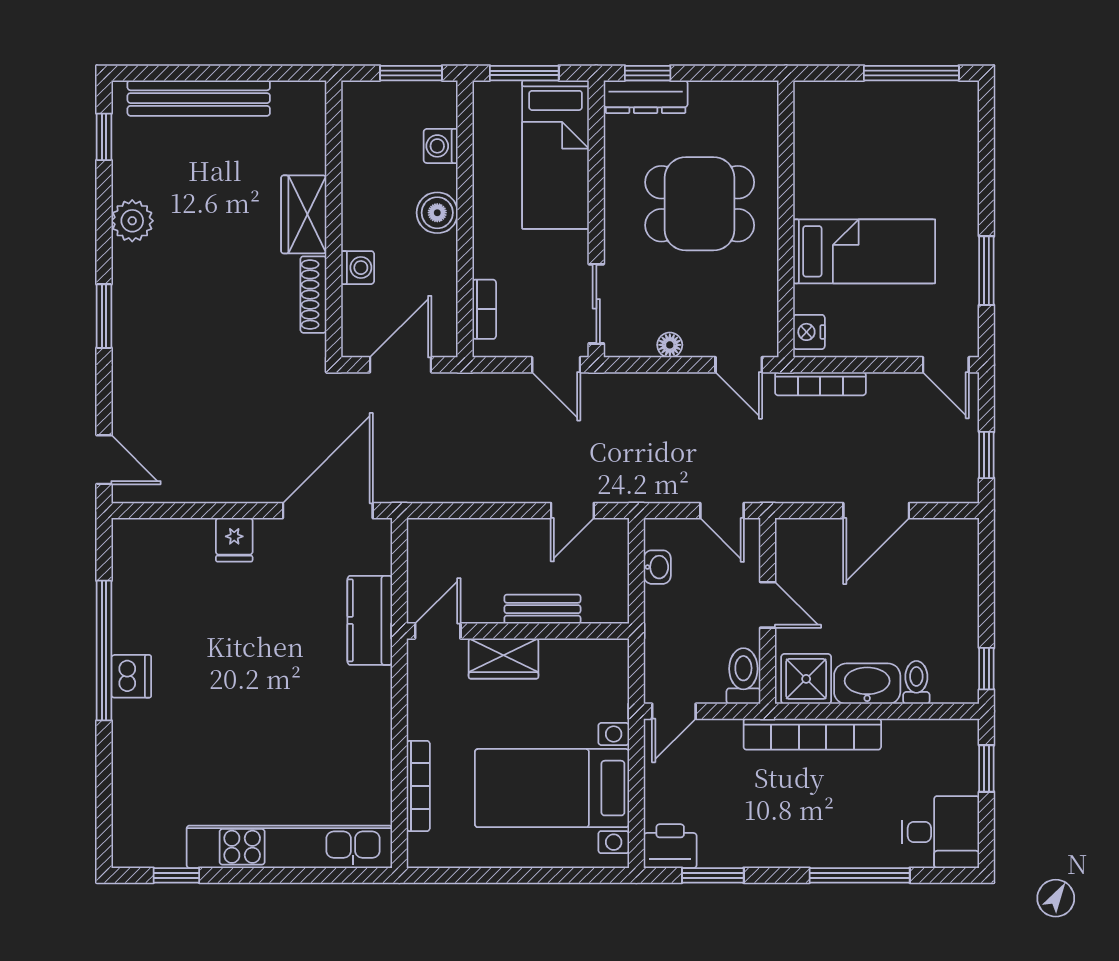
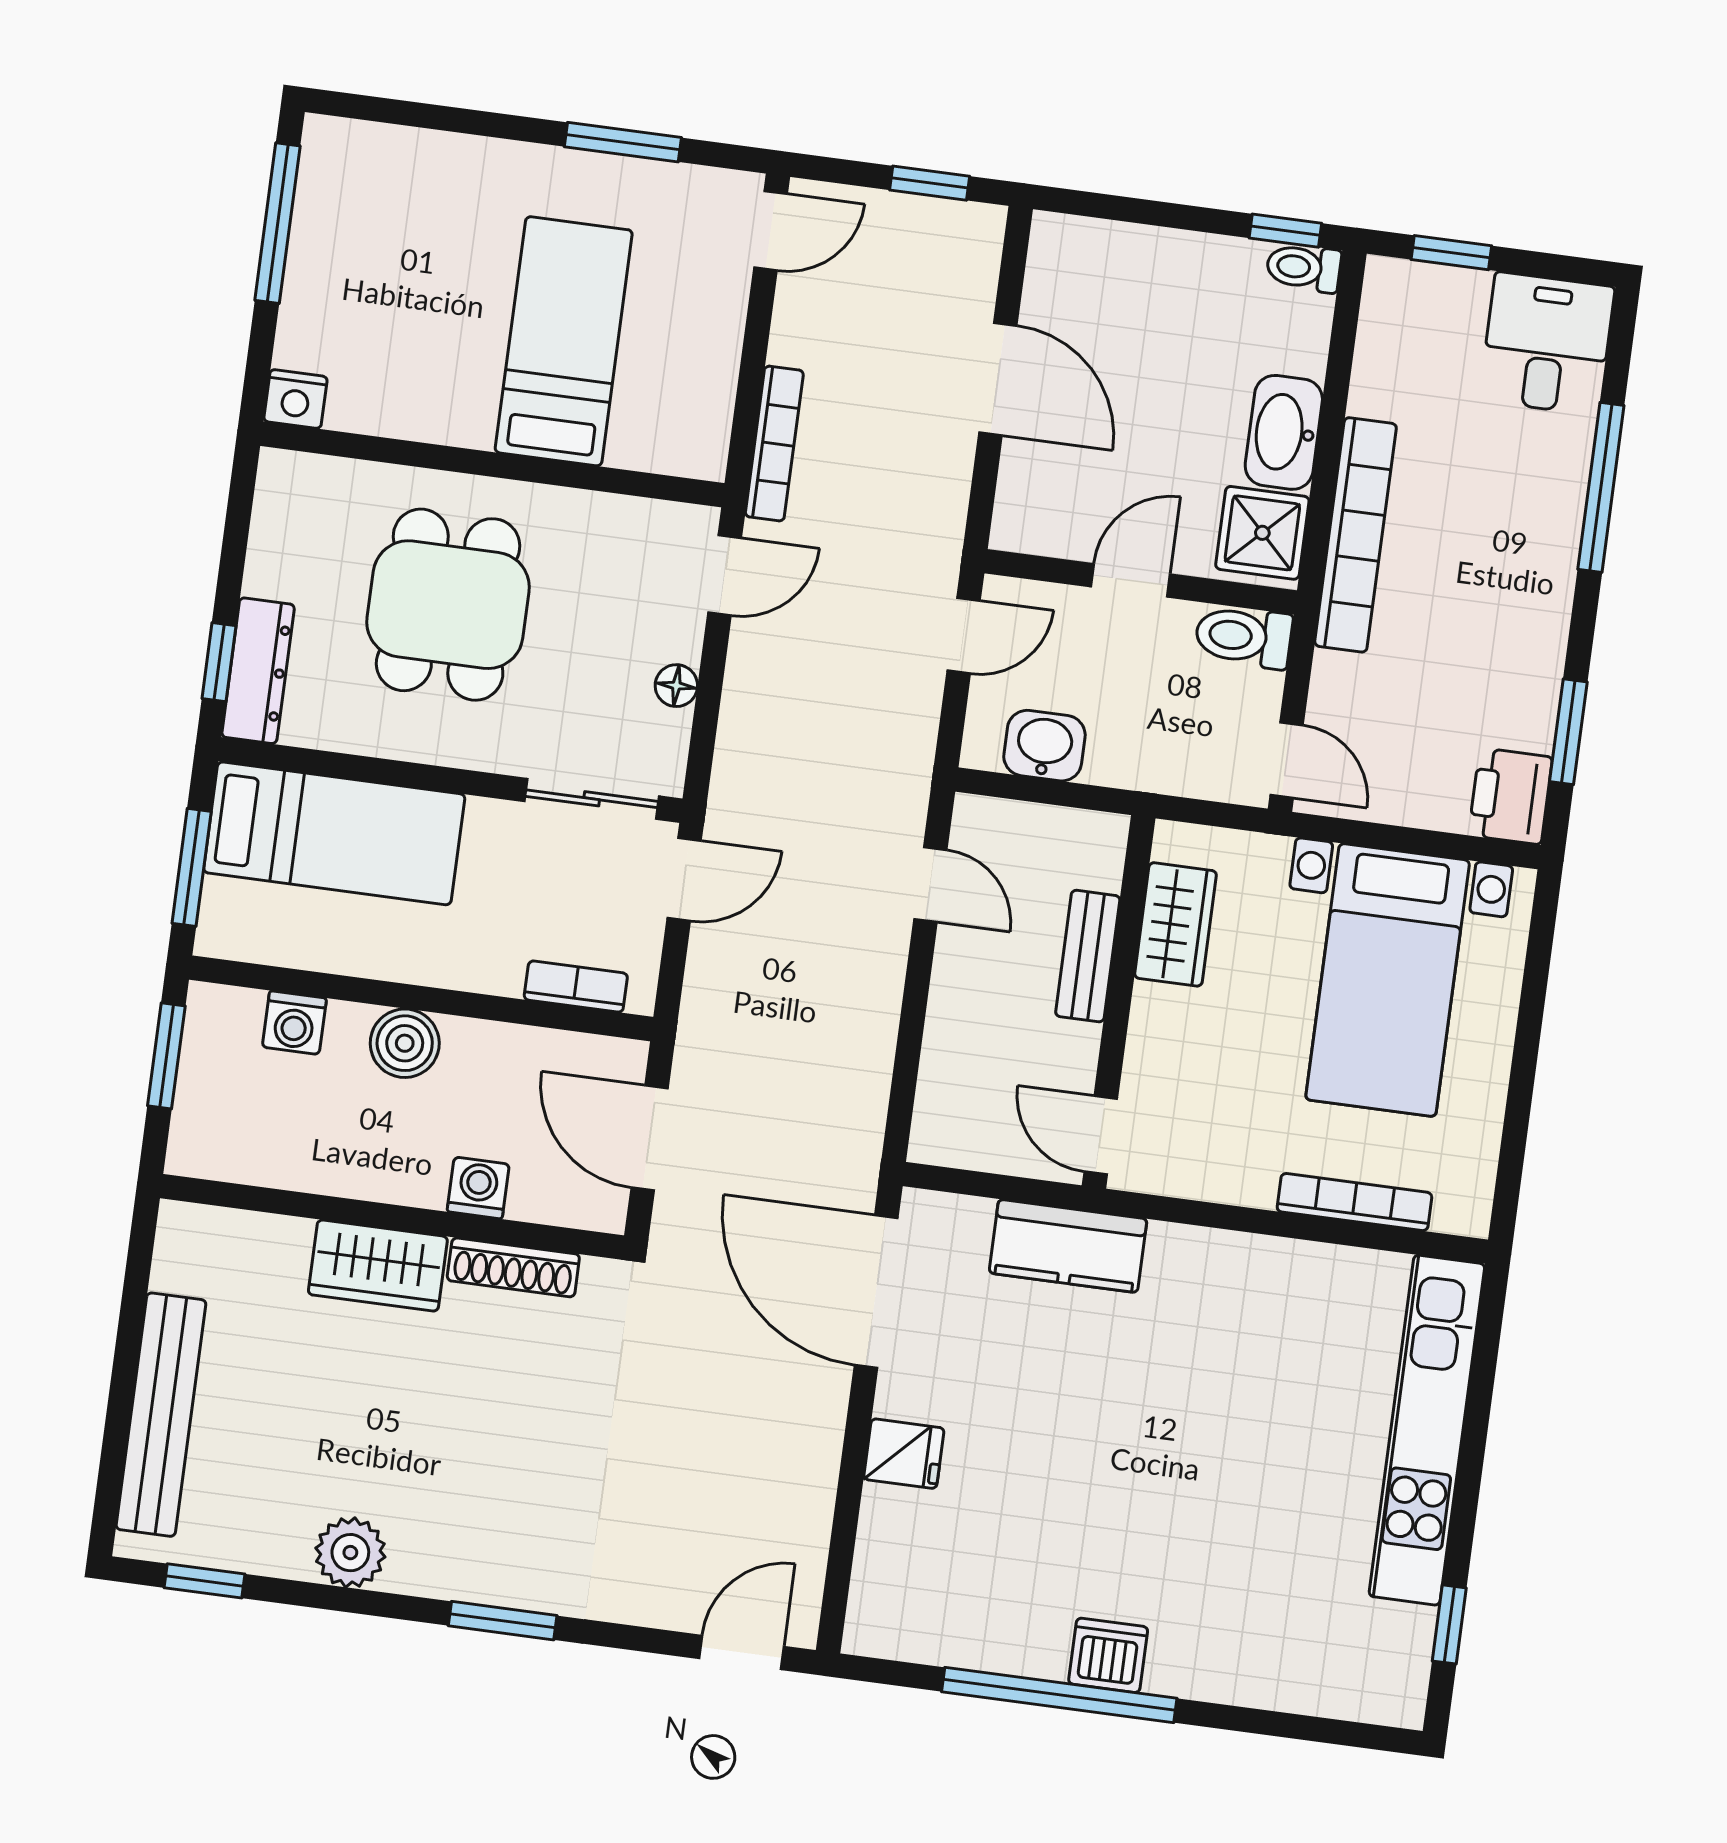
nightstand: (809, 332) -> (296, 399), moved
washbasin: (657, 567) -> (1044, 746), width x1.38, depth x1.45
wardrobe: (504, 658) -> (1175, 924), moved
toilet: (916, 682) -> (1304, 268), moved

